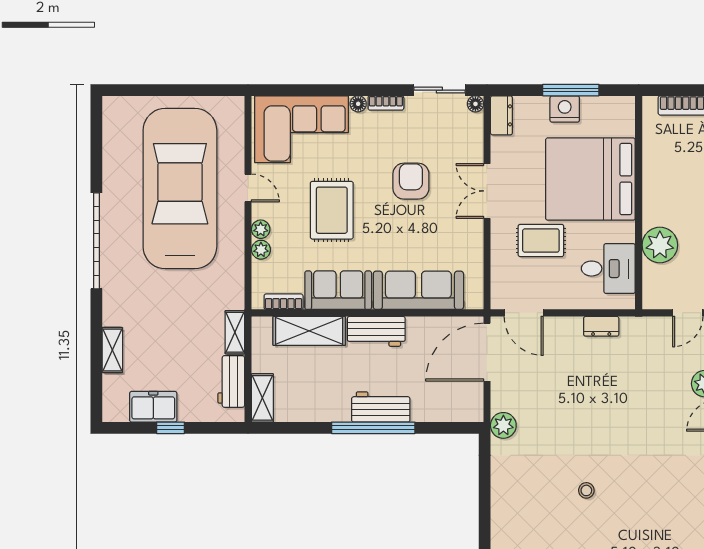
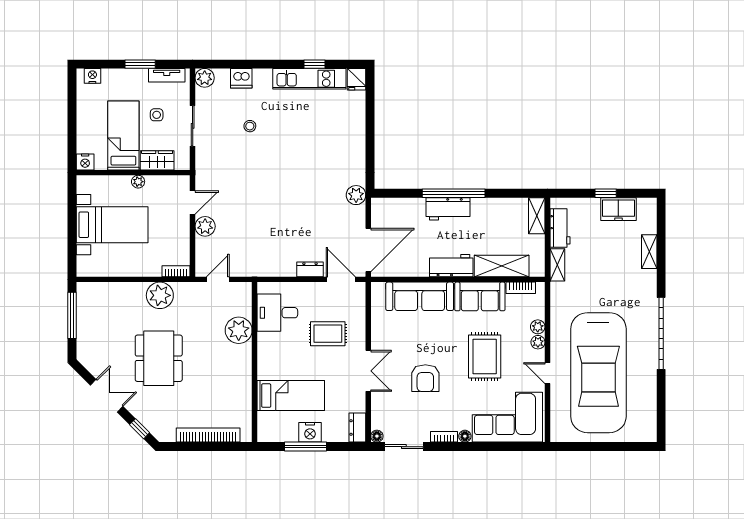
bed: (590, 179) -> (291, 396), width x0.49
dresser: (601, 326) -> (310, 269), moved
stool: (586, 490) -> (250, 126), moved

